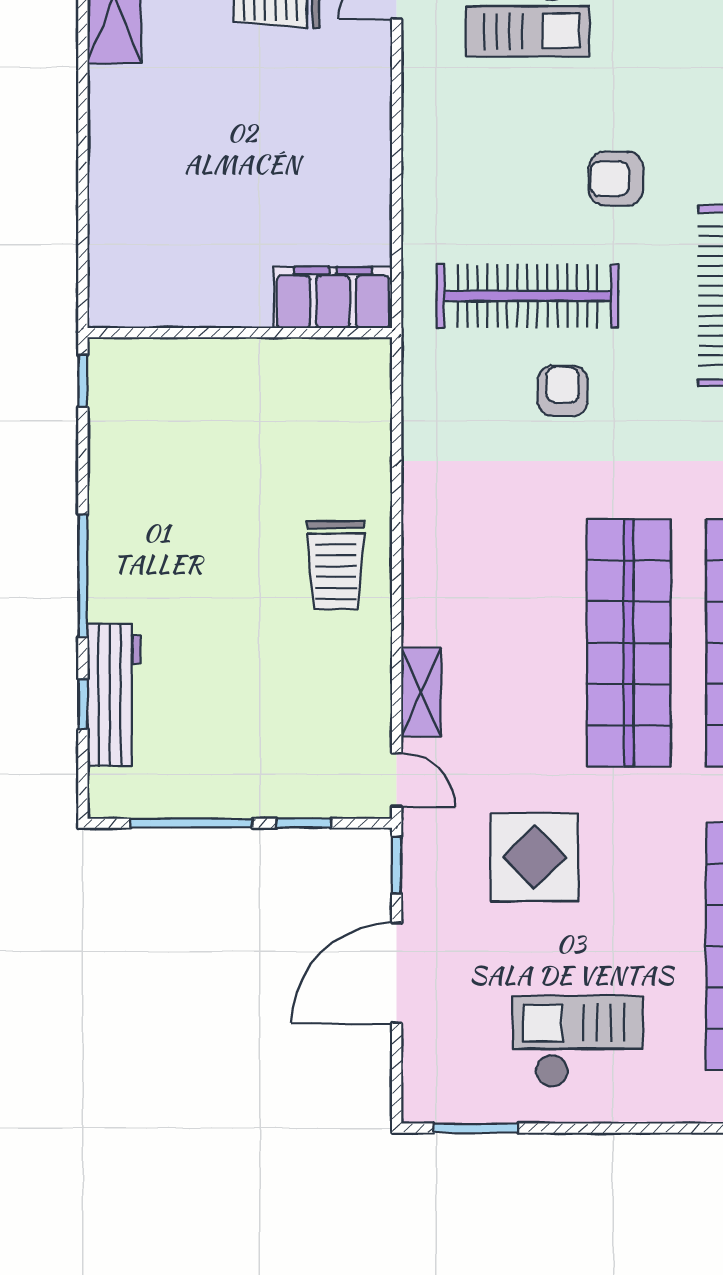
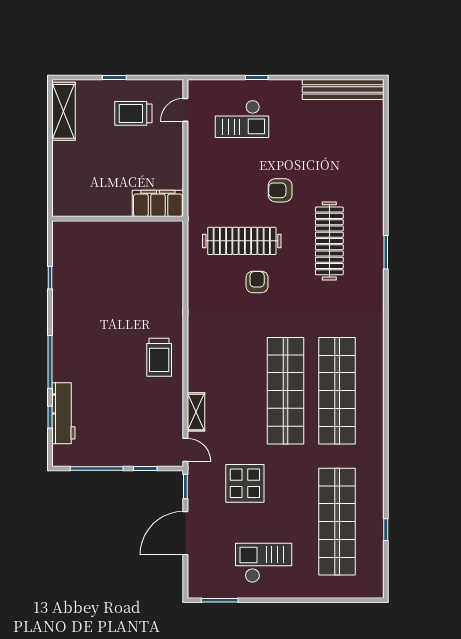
filing cabinet: (333, 298) -> (158, 203), moved
wall: (240, 333) -> (118, 219), moved

